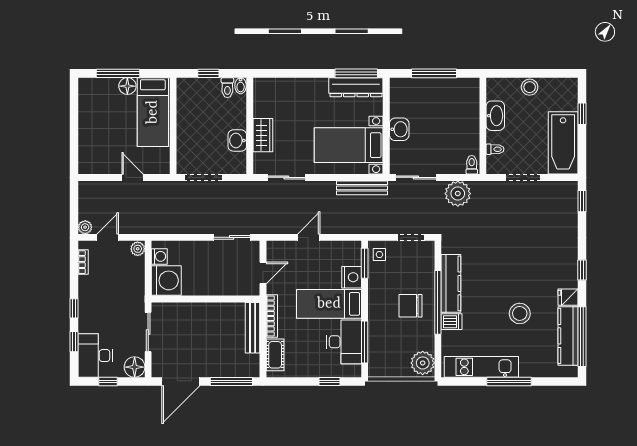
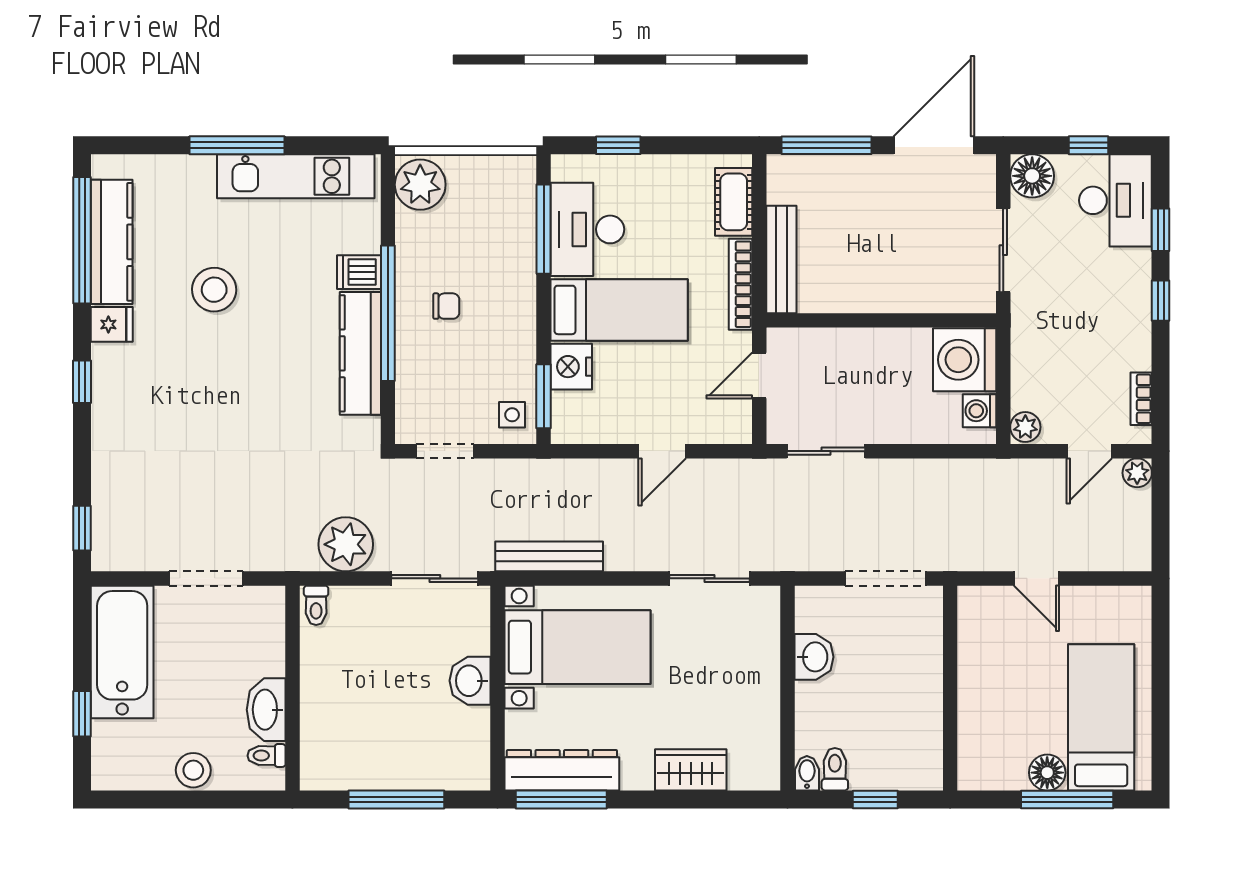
bed: (153, 112) -> (1101, 717), moved
wardrobe: (263, 135) -> (691, 770), moved, turned 90
toilet: (495, 149) -> (267, 756), moved
chair: (410, 306) -> (446, 306), width x0.54, depth x0.54

